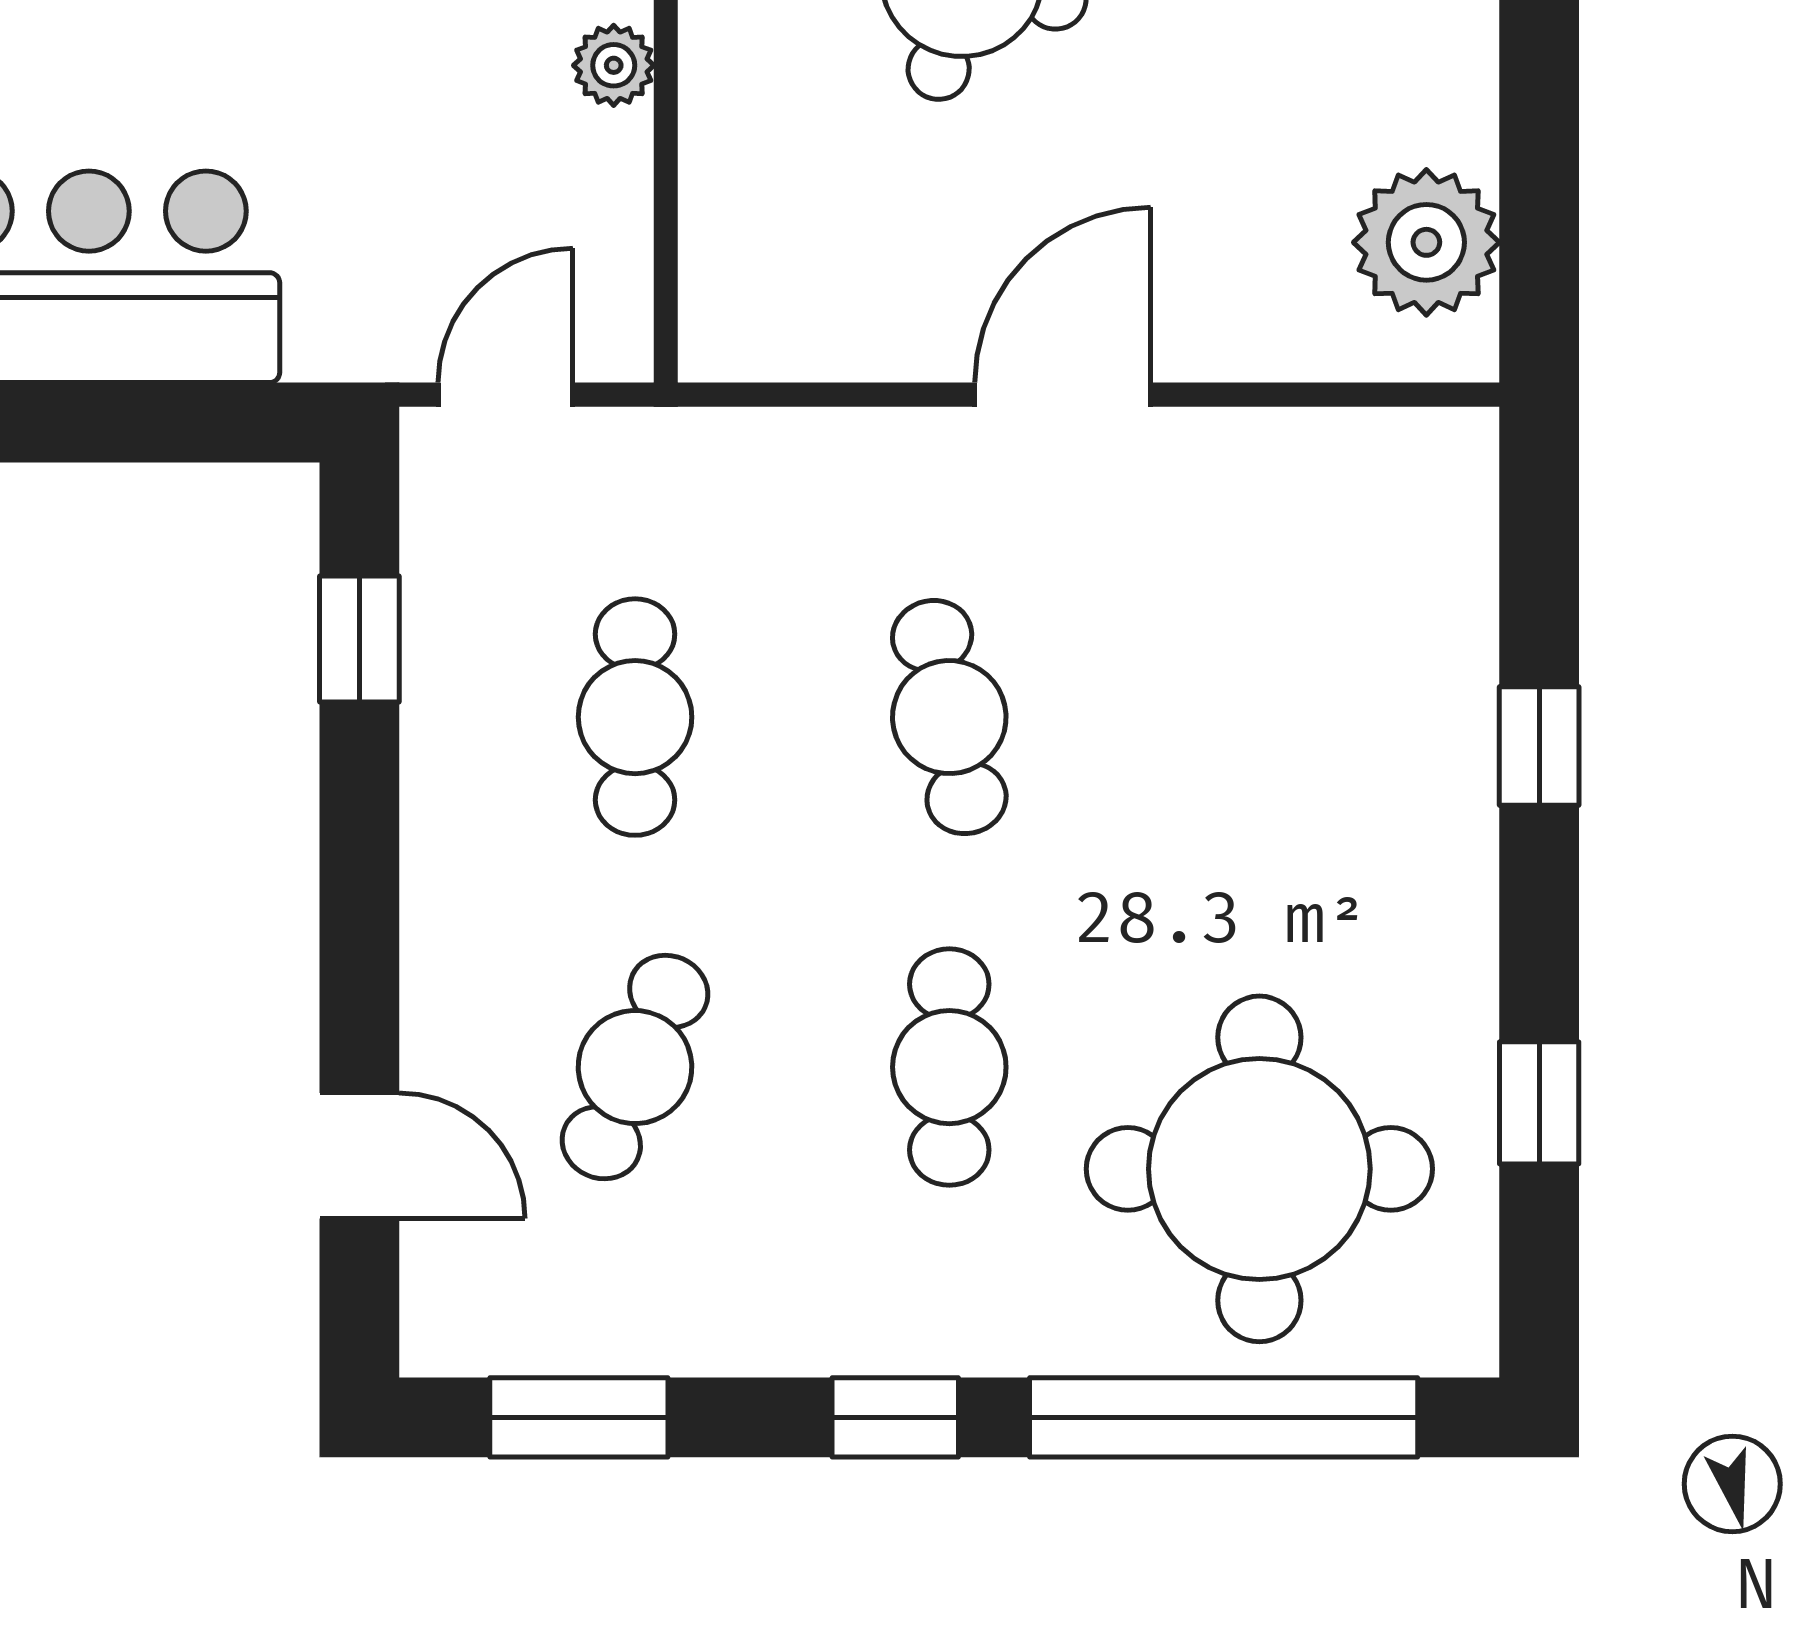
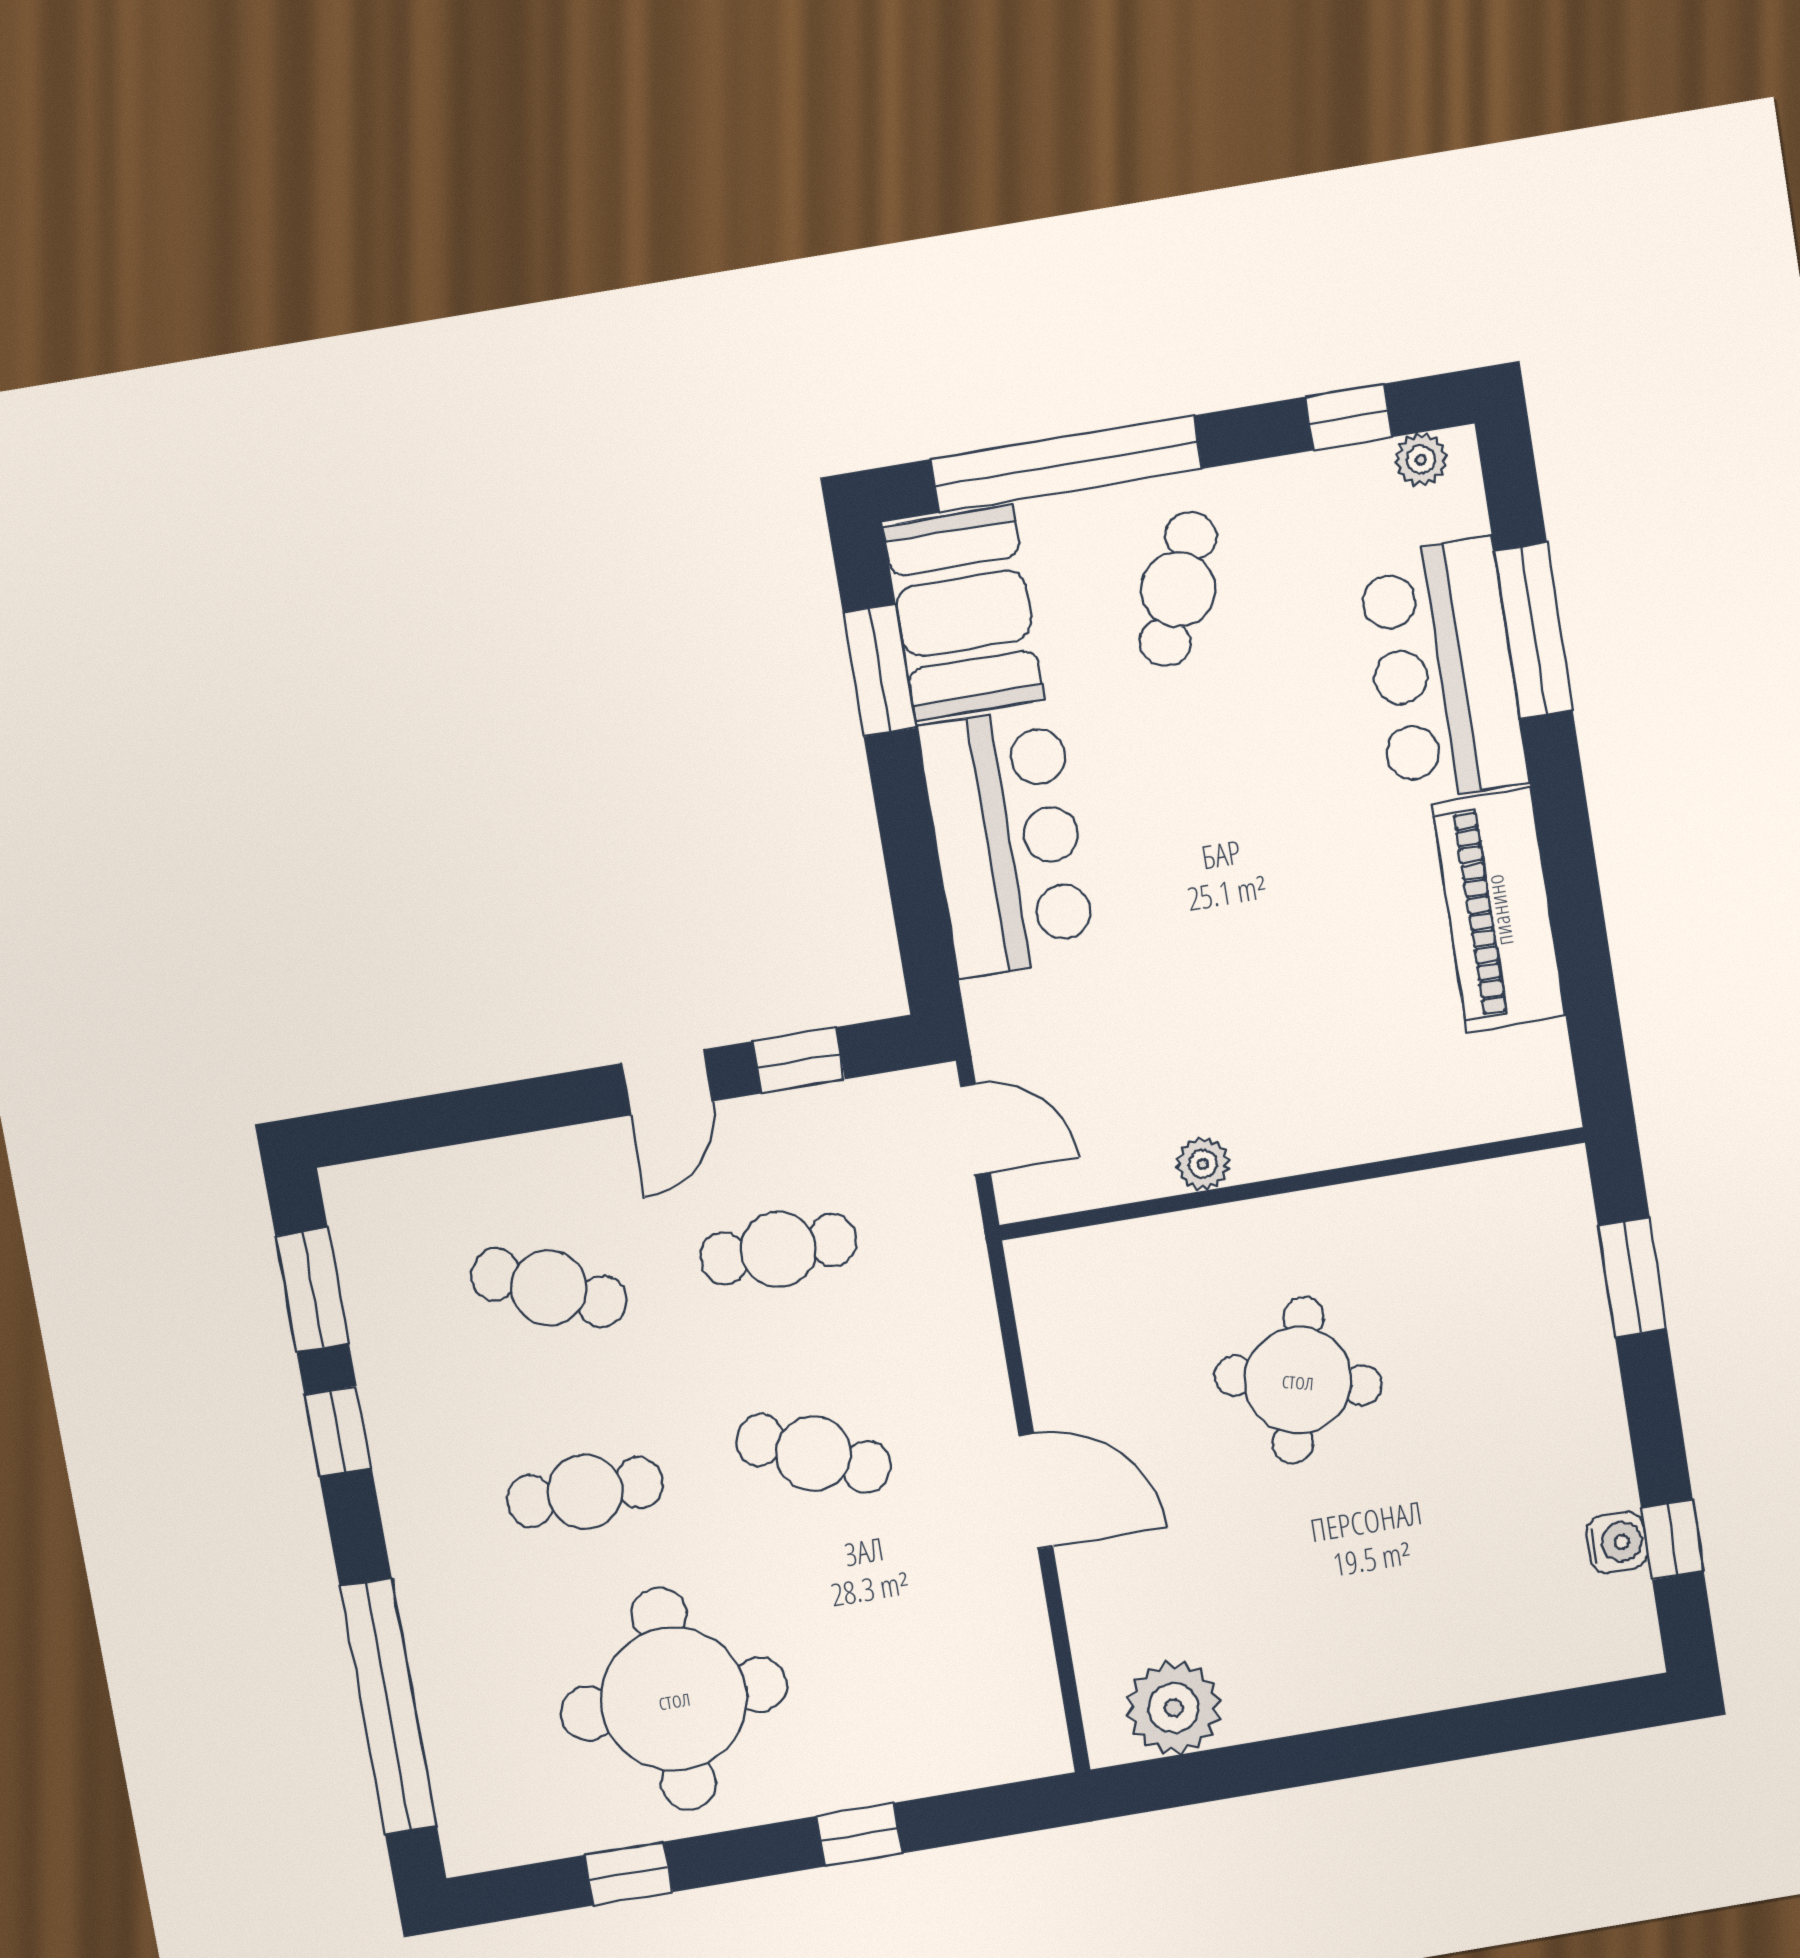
cafe table: (949, 717) -> (813, 1453), turned 36
door: (359, 1156) -> (667, 1082), moved
round table: (1259, 1169) -> (674, 1699), moved
window: (895, 1417) -> (338, 1431), moved

